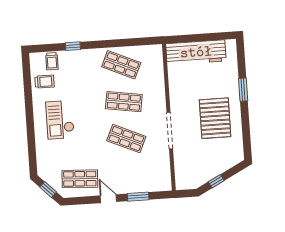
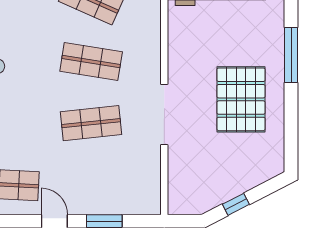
window: (243, 90) -> (291, 55), width x1.44
shop shelf: (126, 139) -> (91, 123), turned -30

